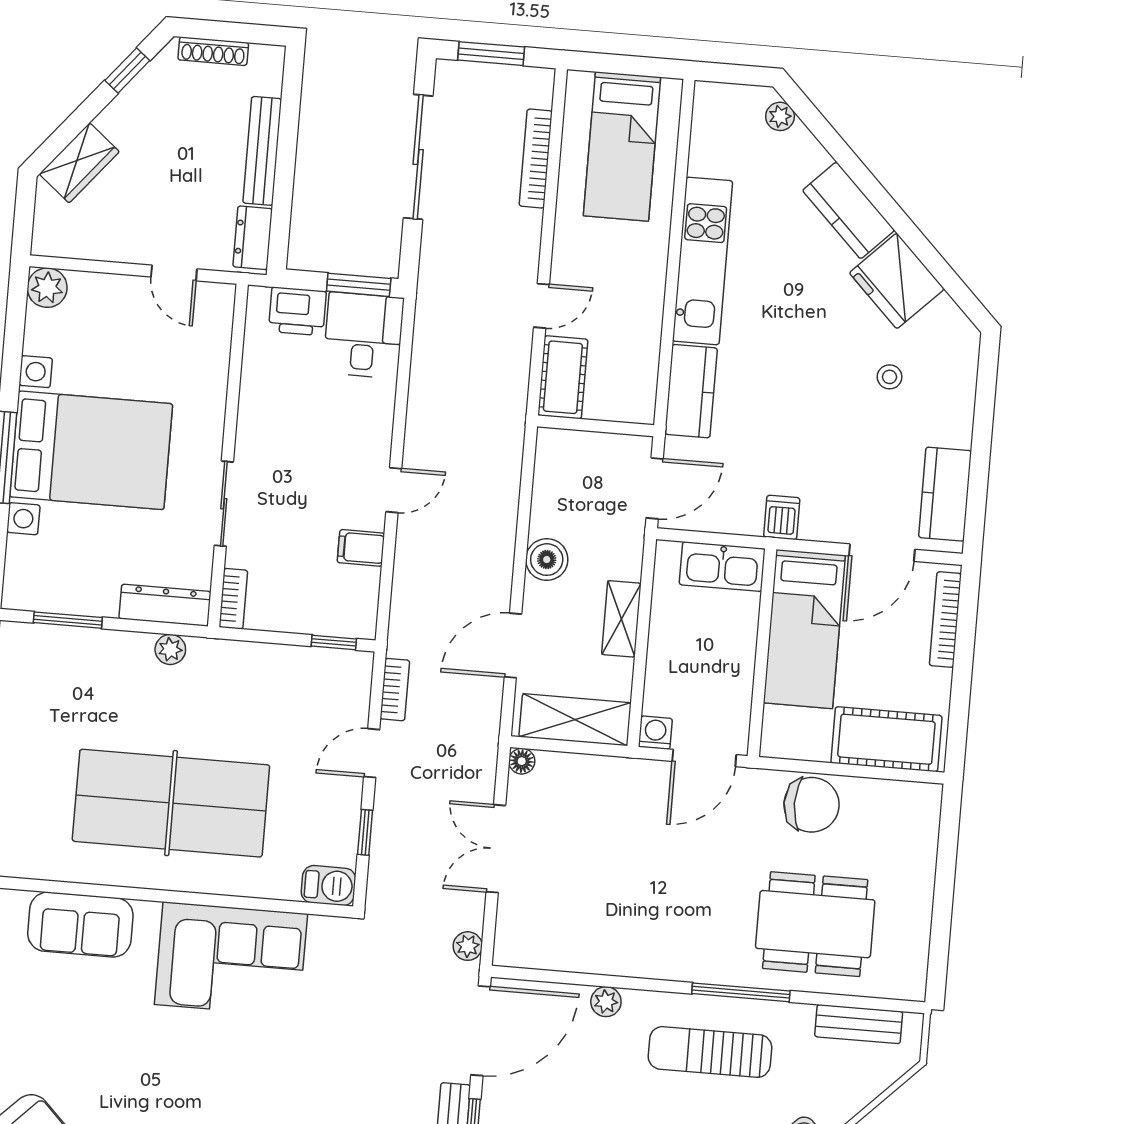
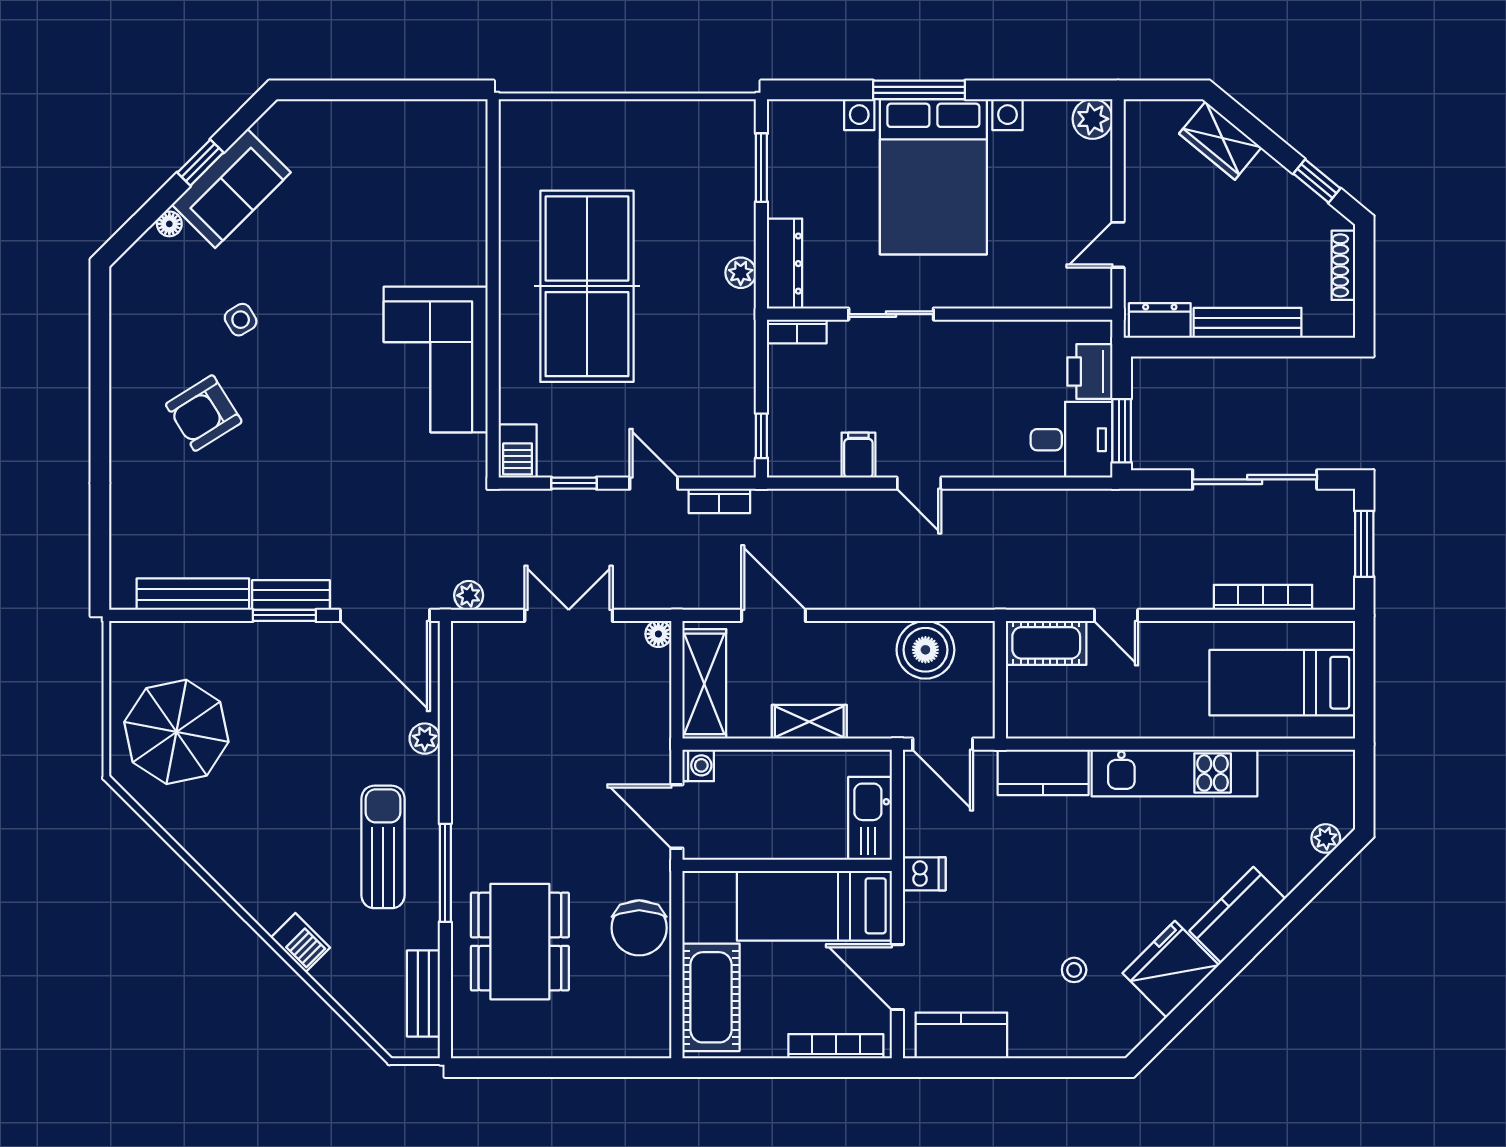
boiler: (547, 560) -> (925, 650), moved, width x1.37, depth x1.37
sofa: (80, 925) -> (458, 206), removed

